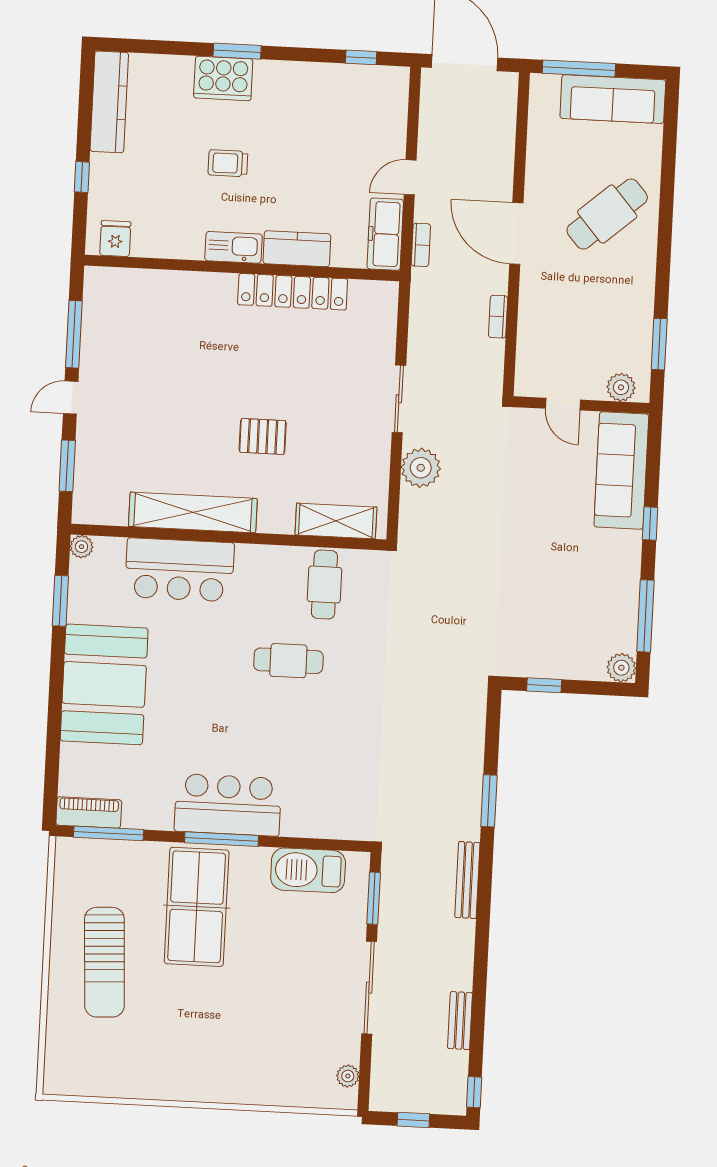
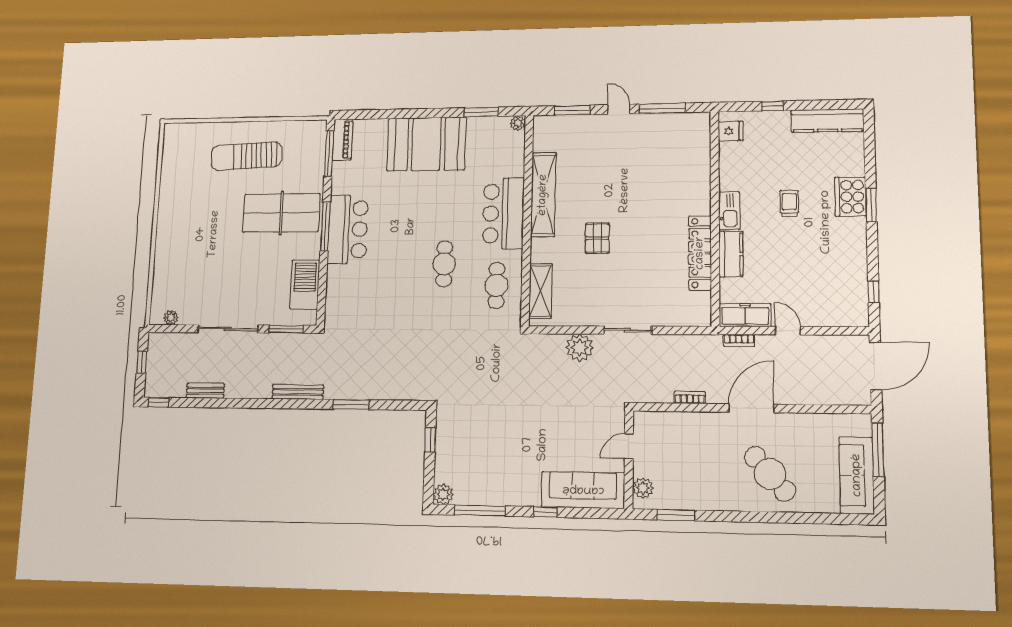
bar counter: (180, 570) -> (503, 213), moved
cafe table: (324, 585) -> (496, 285), turned 90

